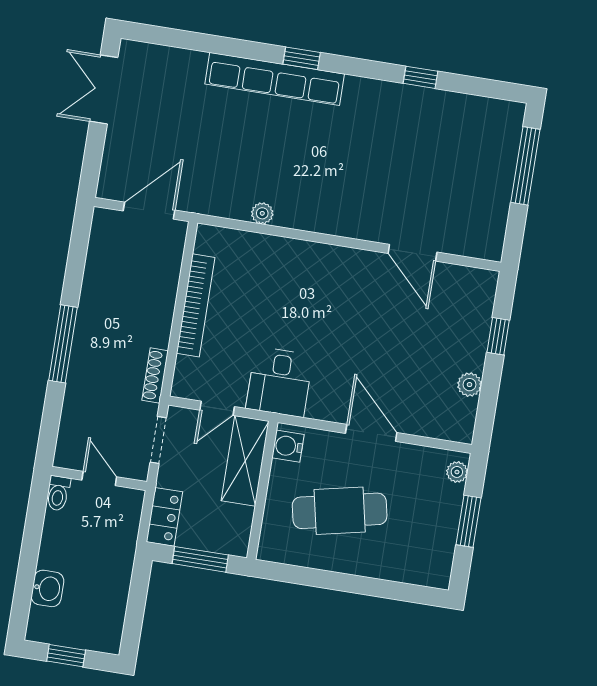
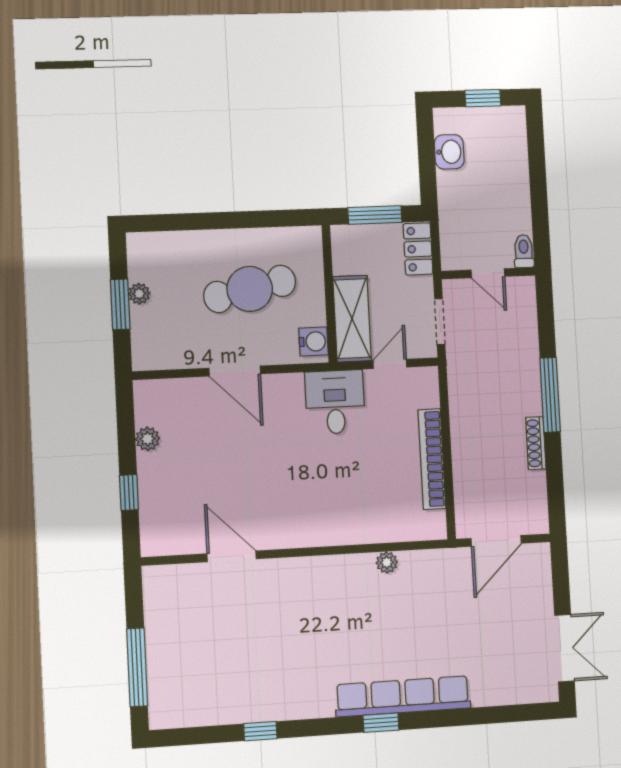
shoe rack: (155, 375) -> (536, 443), moved, turned 180
plant: (457, 472) -> (139, 294), moved
washbasin: (47, 588) -> (449, 152), moved, turned 180

